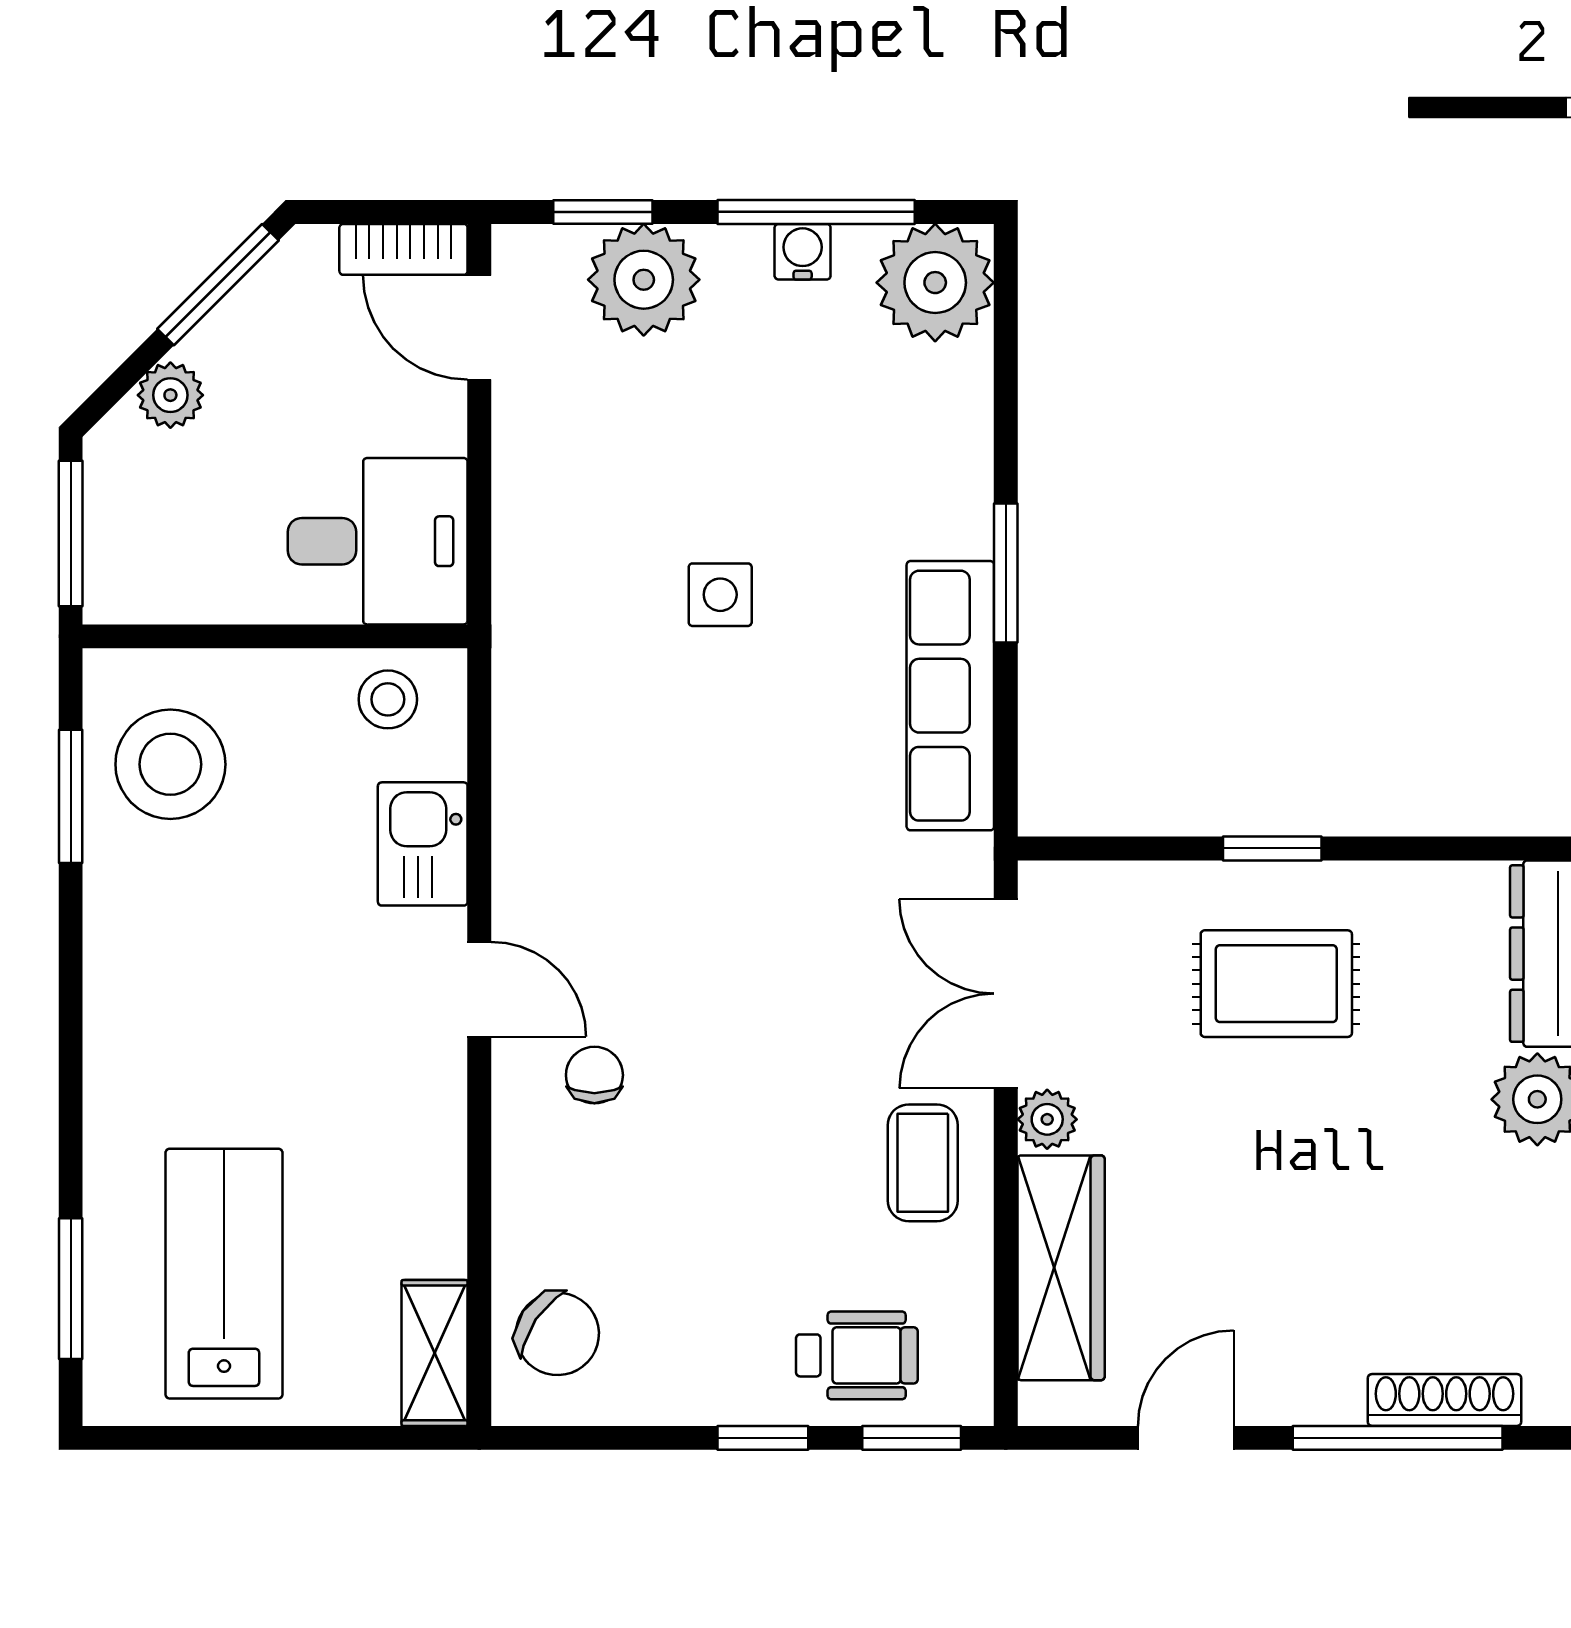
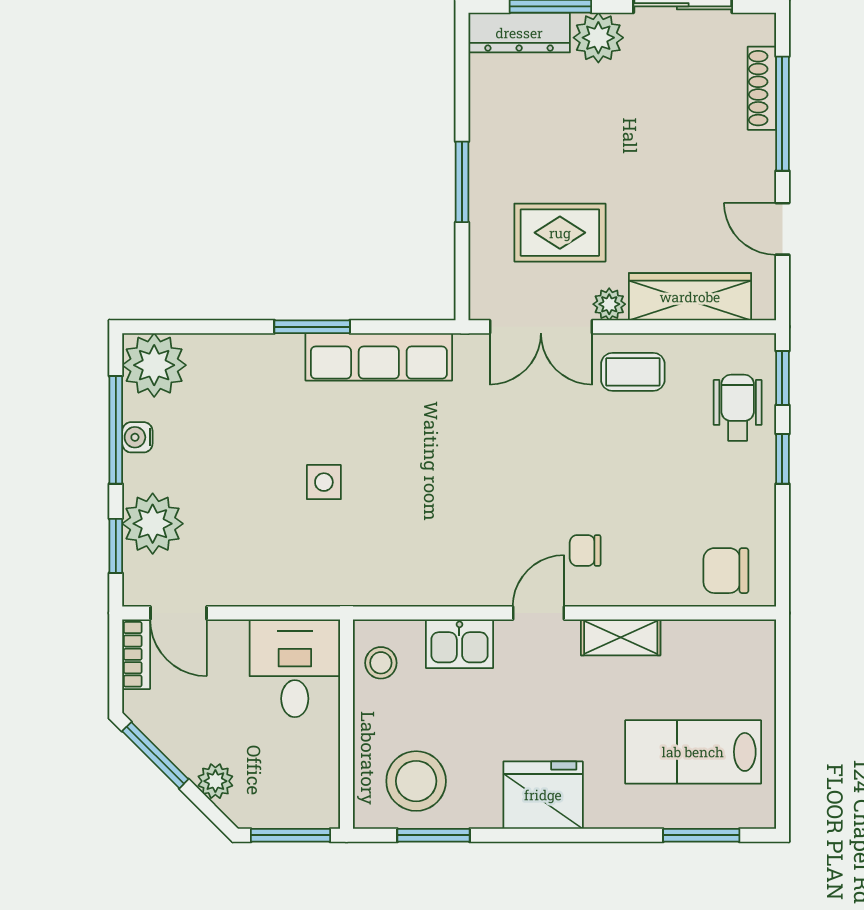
door: (479, 327) -> (179, 613), hinge flipped
window: (1272, 848) -> (462, 182), width x1.50
rug: (1276, 984) -> (560, 233), moved, turned 90
fridge: (144, 998) -> (543, 795), added
chair: (557, 1334) -> (726, 571), turned -124
shelving: (435, 1353) -> (621, 637), moved

